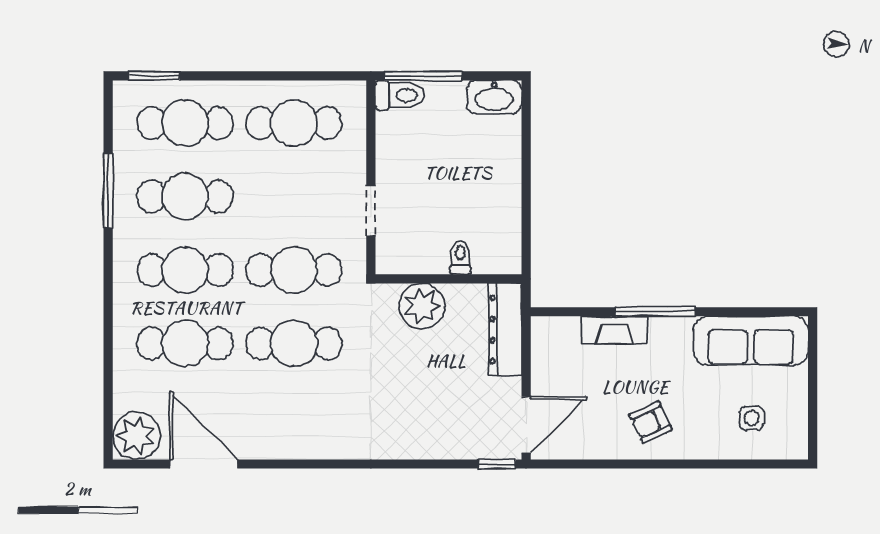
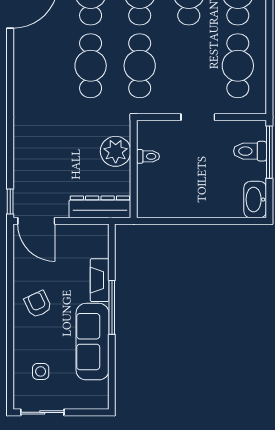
toilet: (400, 95) -> (250, 151), moved, turned 90
doorway: (371, 211) -> (198, 117), moved
toilet: (460, 258) -> (148, 156), moved
sofa: (751, 341) -> (92, 342), moved
sliding door: (813, 416) -> (42, 412), added

